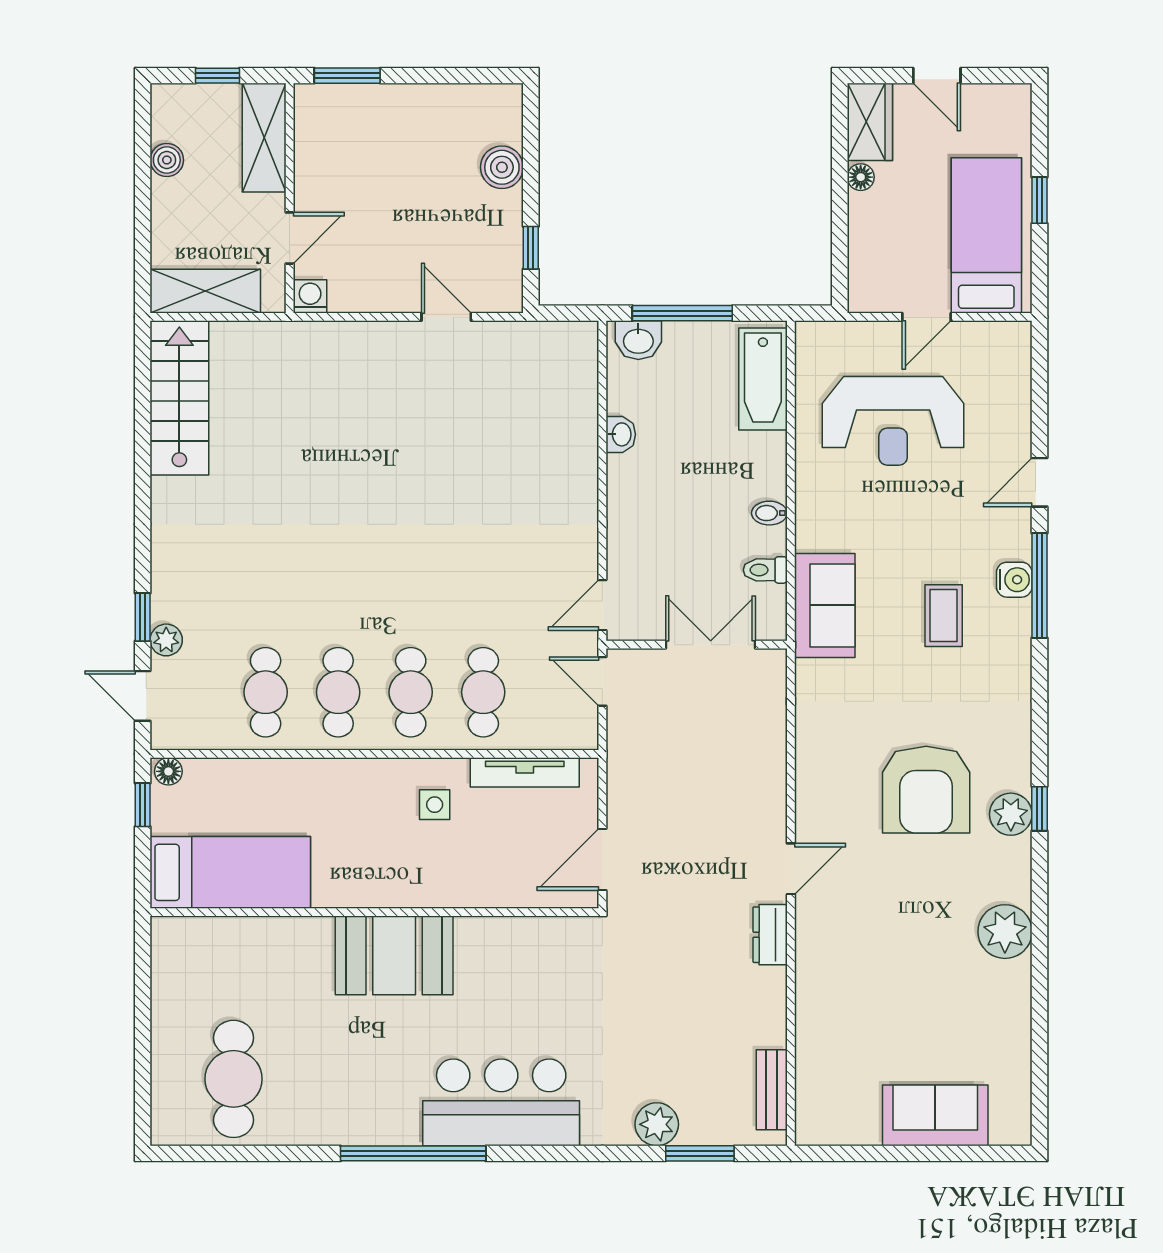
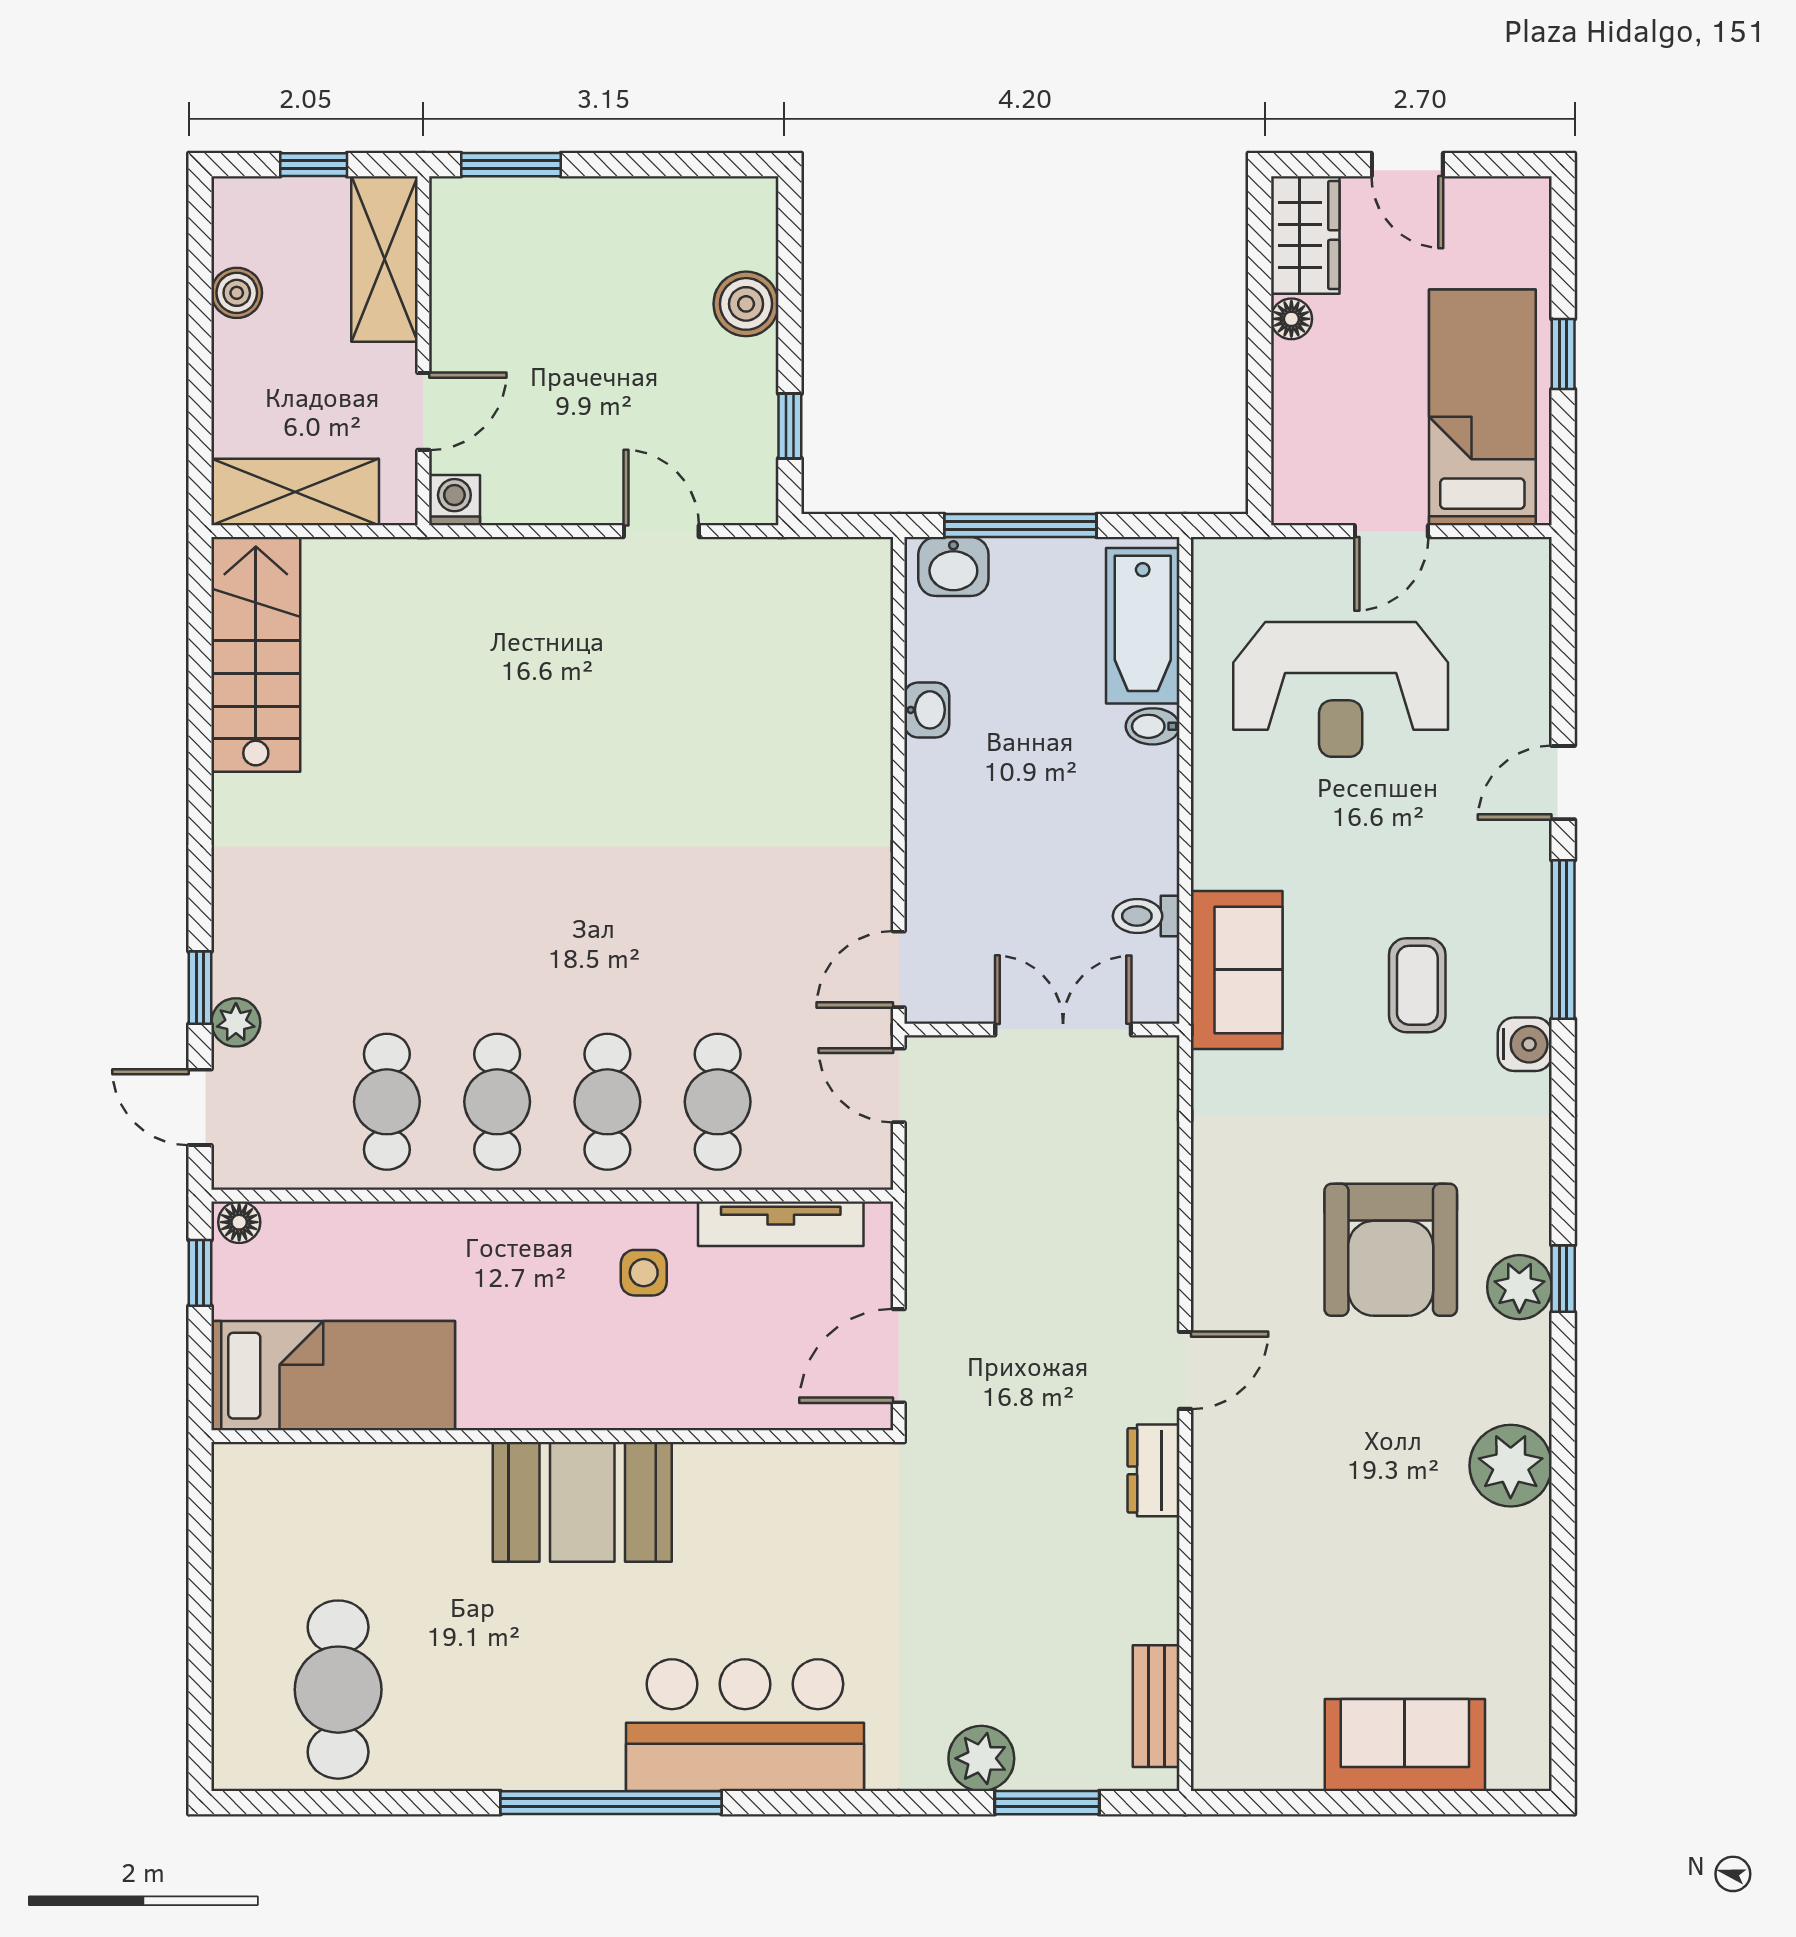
bidet: (769, 513) -> (1153, 726), moved
water cooler: (1014, 580) -> (1525, 1044), moved

